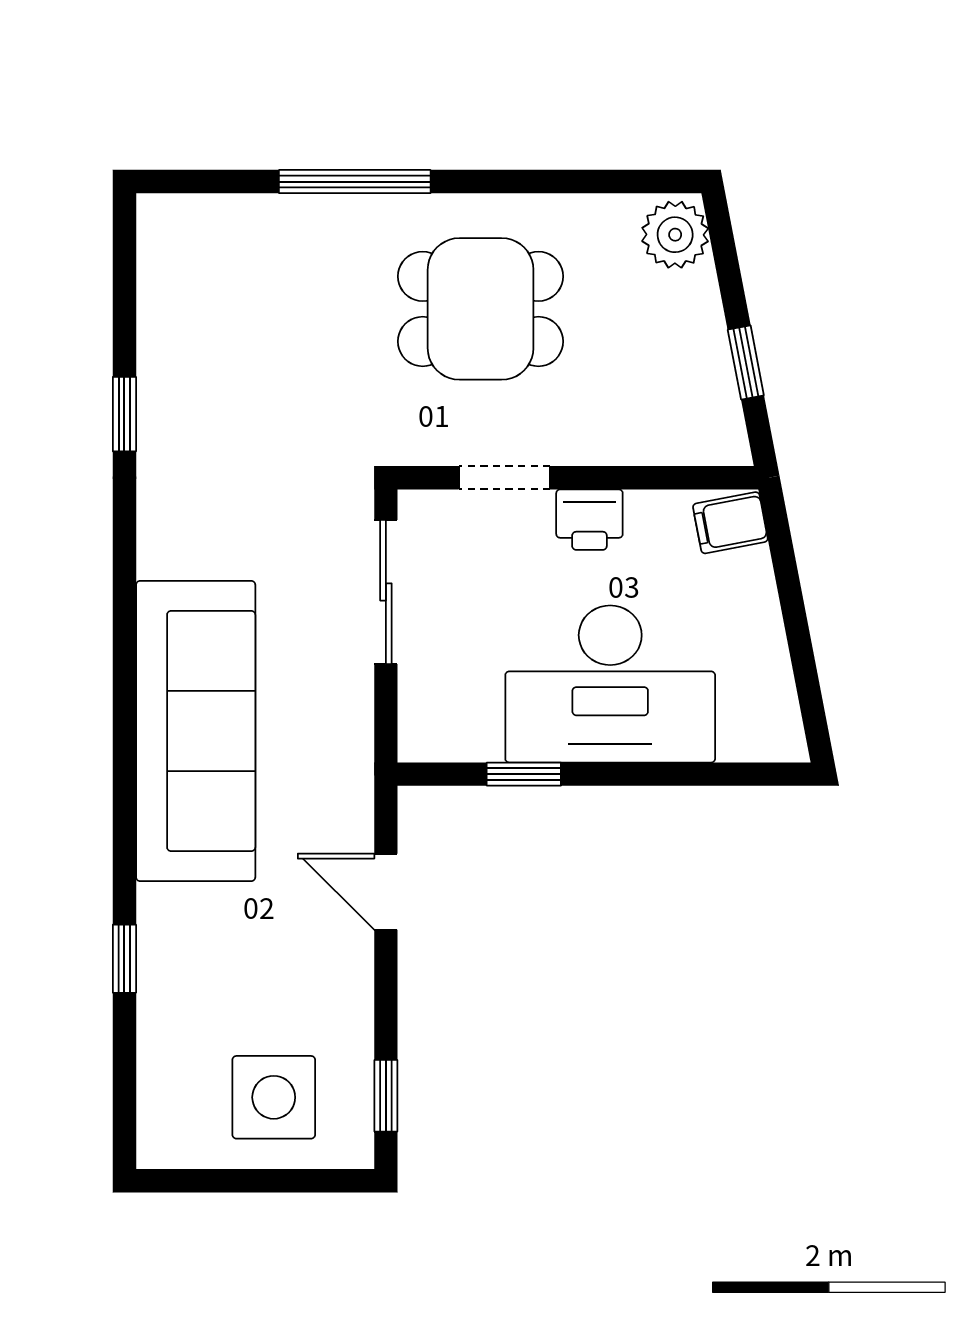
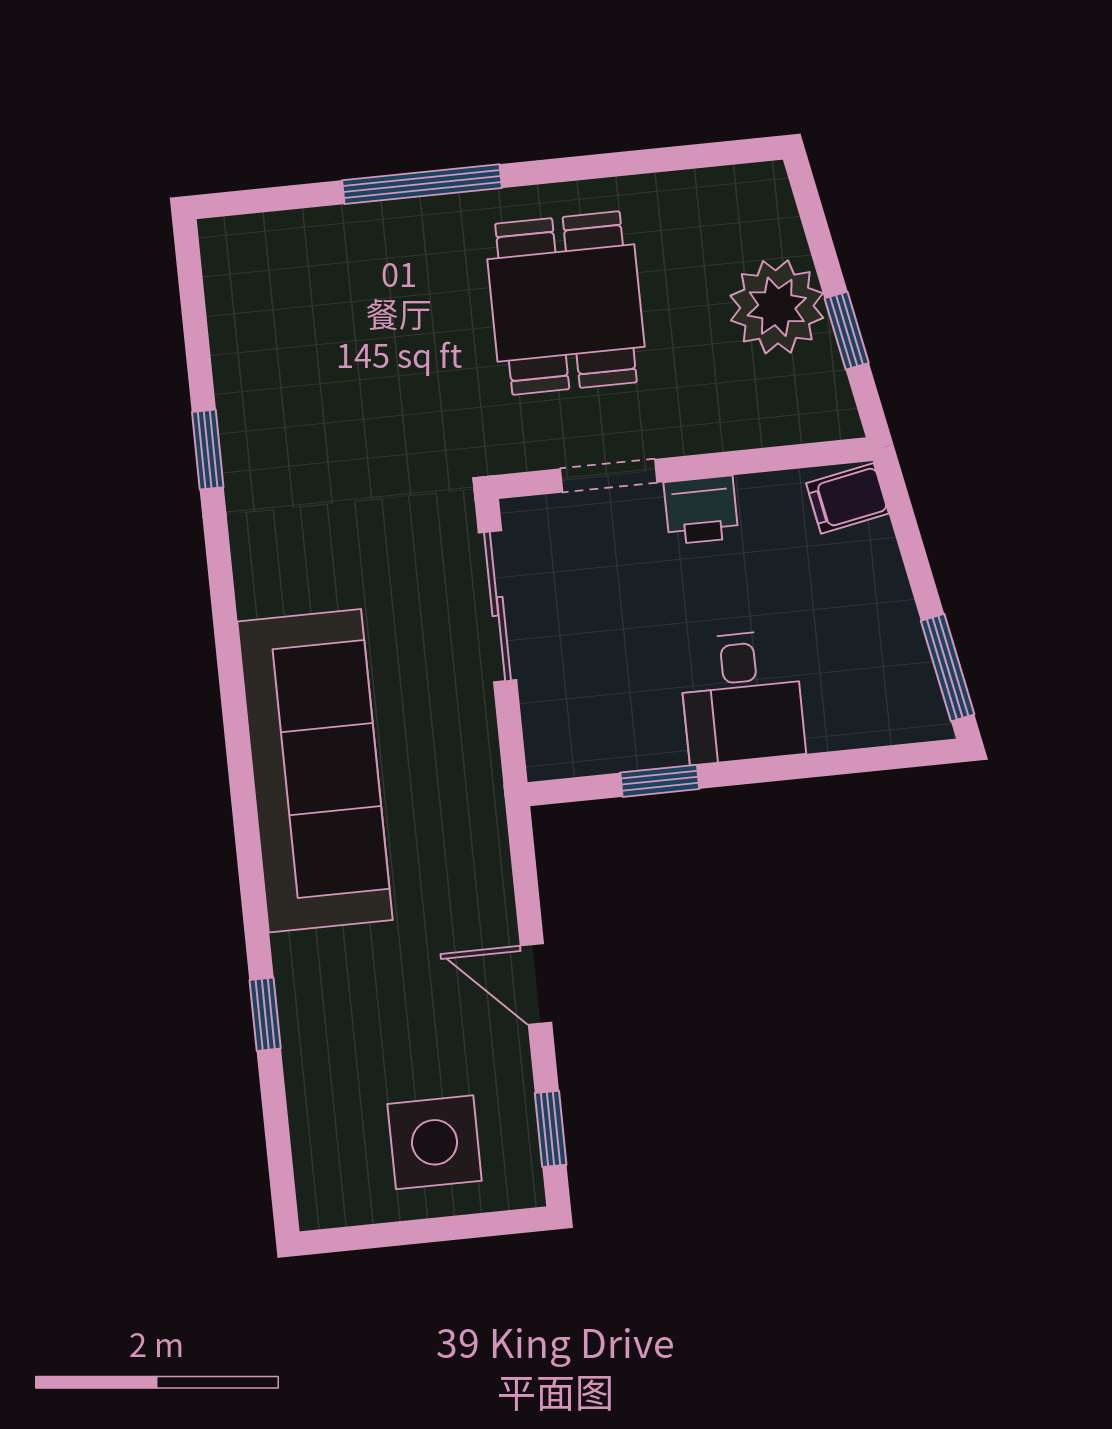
plant: (675, 235) -> (777, 307), moved, width x1.36, depth x1.36
dining table: (481, 309) -> (566, 303), turned 90
desk: (610, 684) -> (742, 697), width x0.53, depth x0.77
window: (809, 694) -> (948, 668), added
door: (386, 892) -> (536, 984), moved

